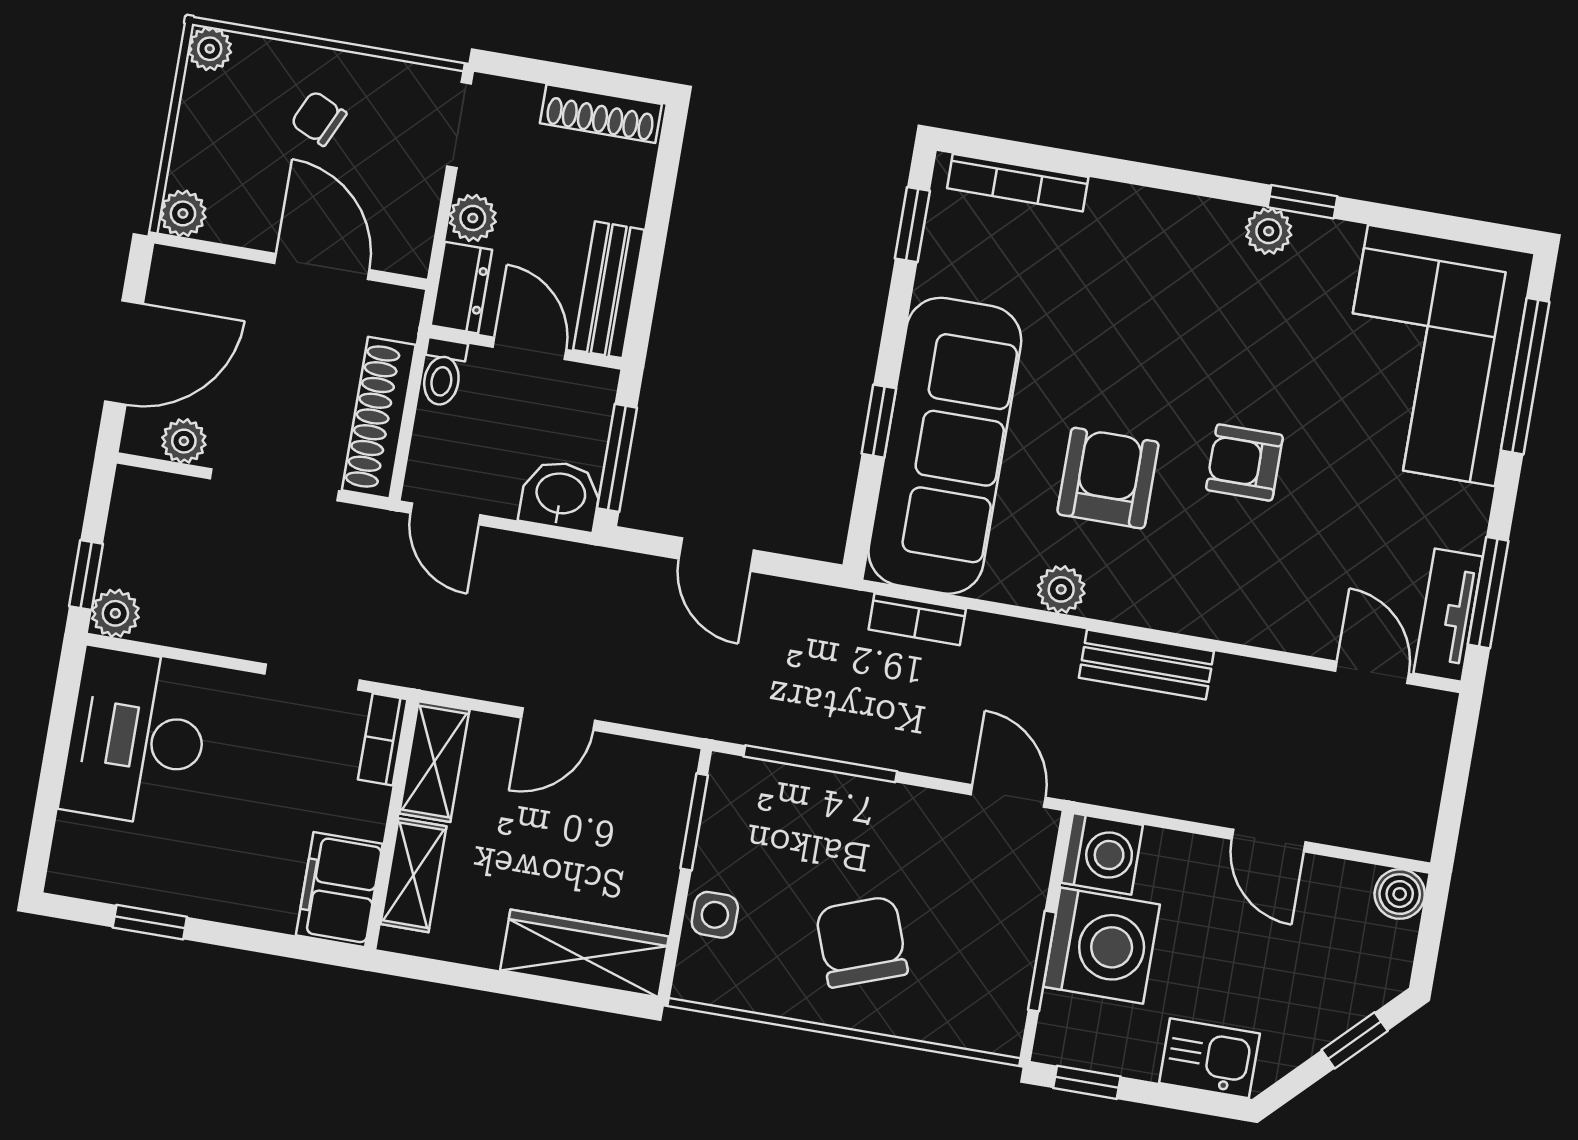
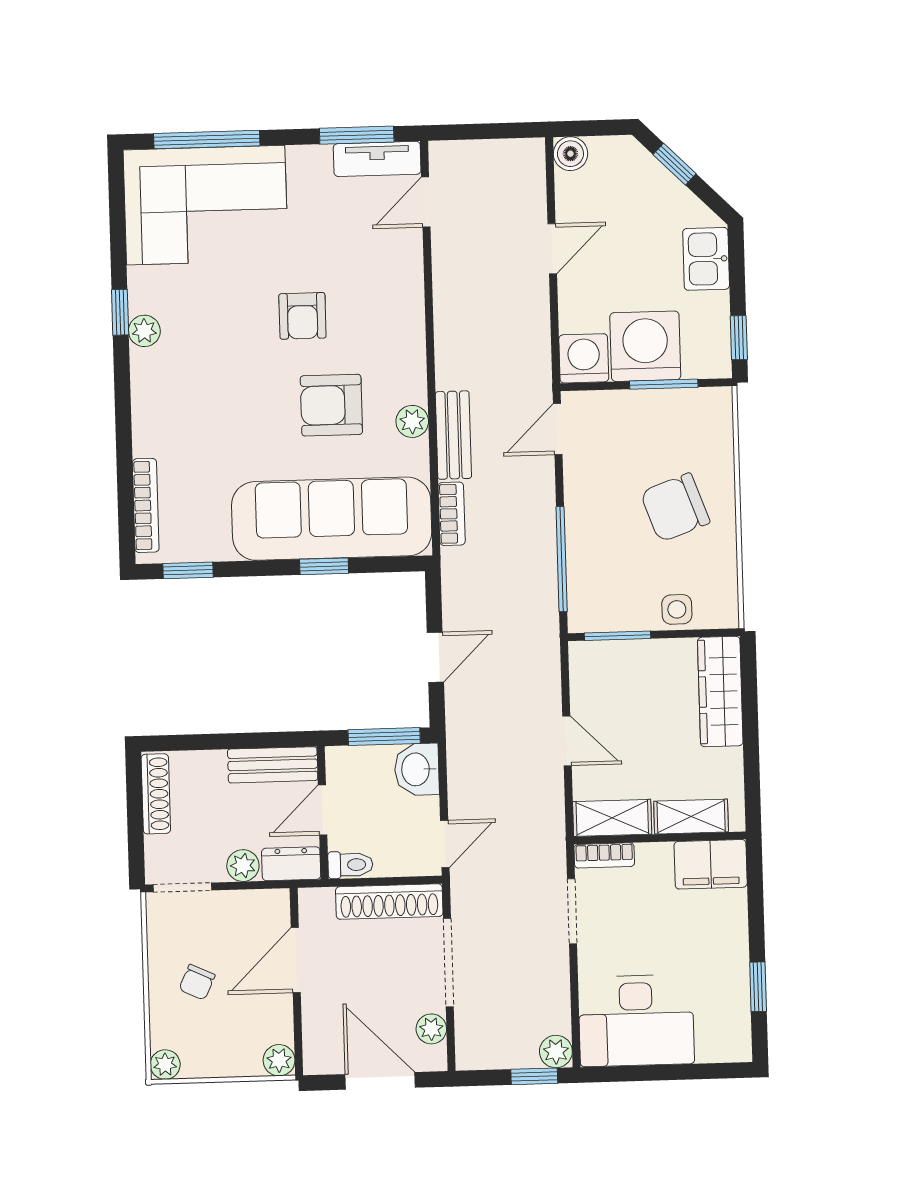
bench: (1146, 665) -> (453, 435), moved

